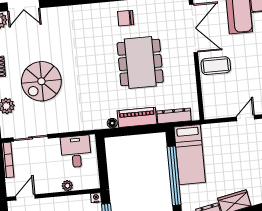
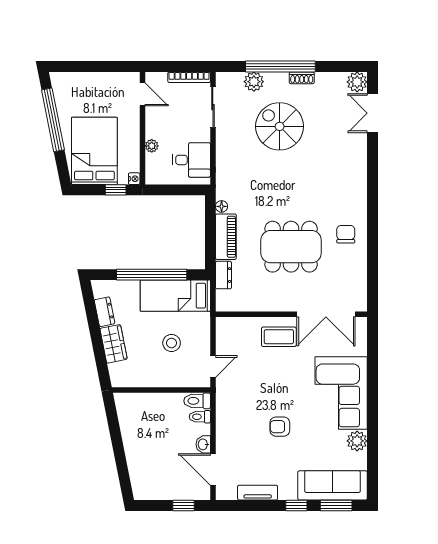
coffee table: (216, 66) -> (279, 337), turned 90
dresser: (174, 116) -> (223, 275), width x0.70
door: (246, 118) -> (213, 366), hinge flipped
stool: (229, 154) -> (172, 343), added

